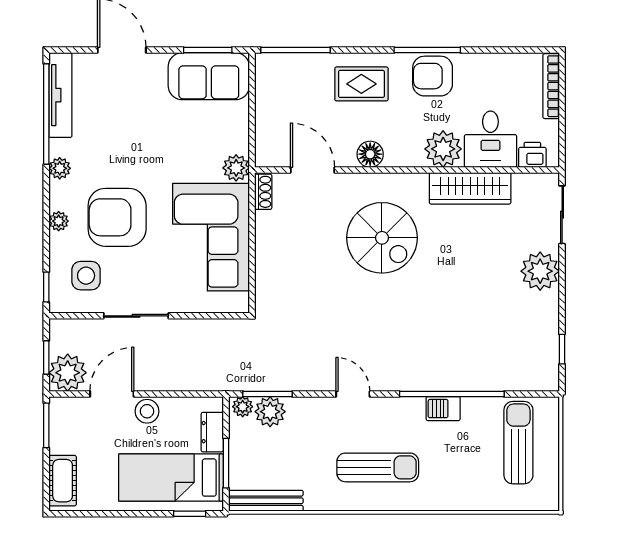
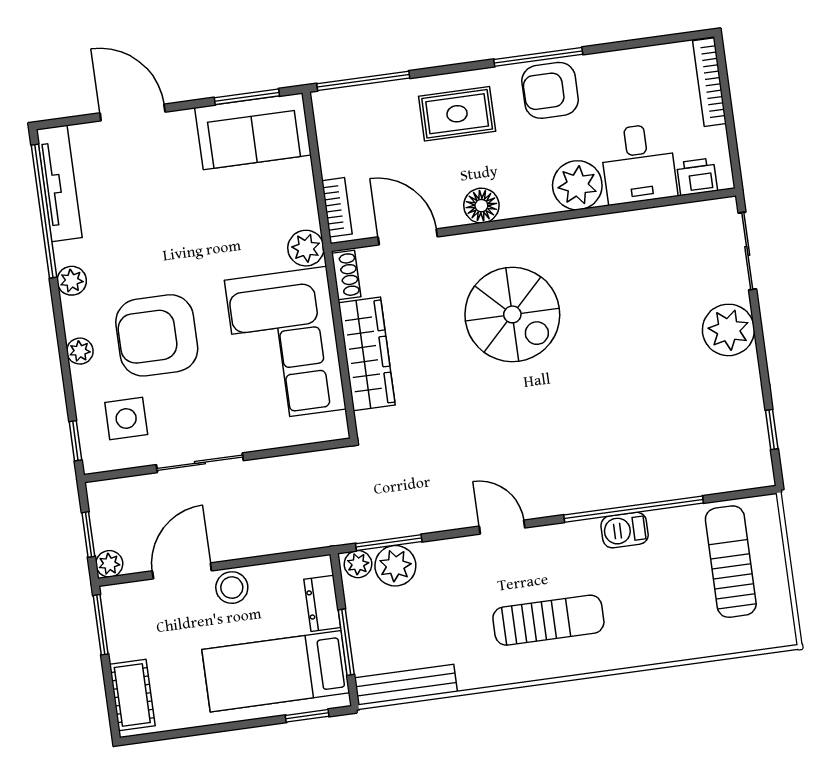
bookcase: (263, 141) -> (337, 207), added
wardrobe: (470, 188) -> (367, 354), moved, turned -90
plant: (68, 373) -> (109, 564), width x0.53, depth x0.53

